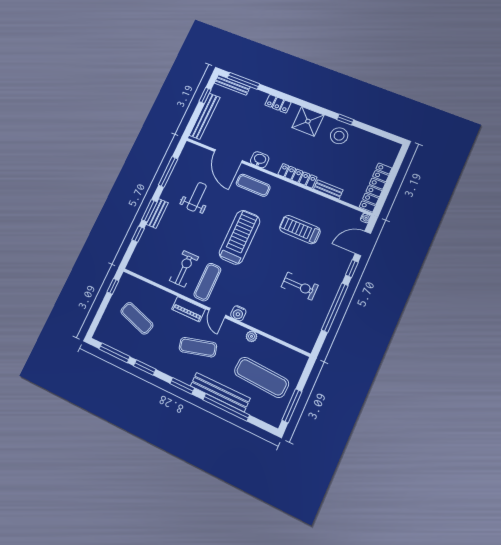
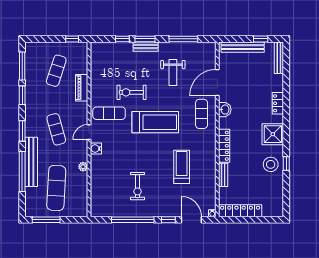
window: (243, 81) -> (286, 66), removed
weight bench: (197, 197) -> (173, 72), turned 90
exercise bike: (184, 269) -> (131, 92), moved, turned 180
piano: (188, 309) -> (82, 88), moved

